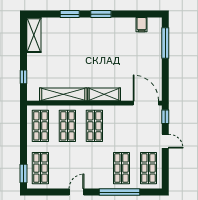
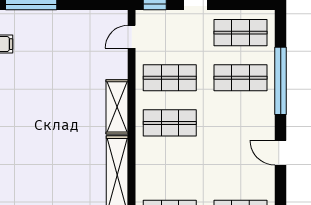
door: (146, 103) -> (132, 37), width x0.53
shop shelf: (67, 126) -> (170, 78), moved

